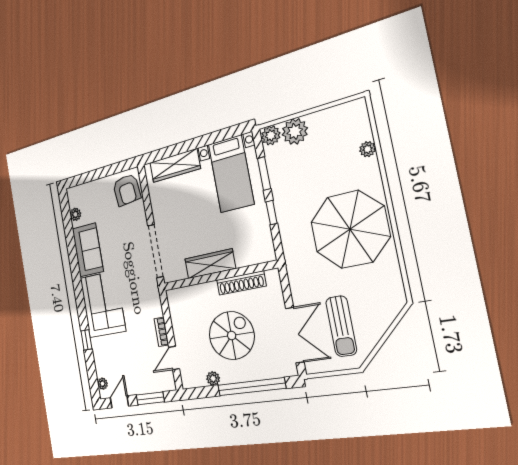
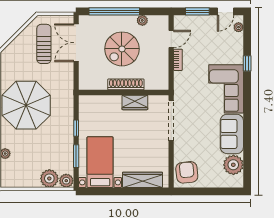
plant: (75, 214) -> (233, 165), width x1.88, depth x1.88
wardrobe: (210, 264) -> (135, 102), width x0.67
shoe rack: (241, 283) -> (126, 84), moved

